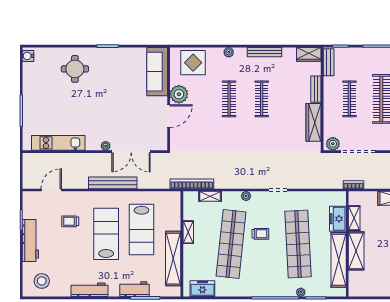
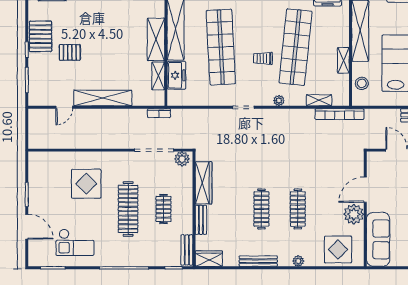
clothes rail: (349, 99) -> (163, 209), width x0.73
stool: (172, 211) -> (362, 83), added

